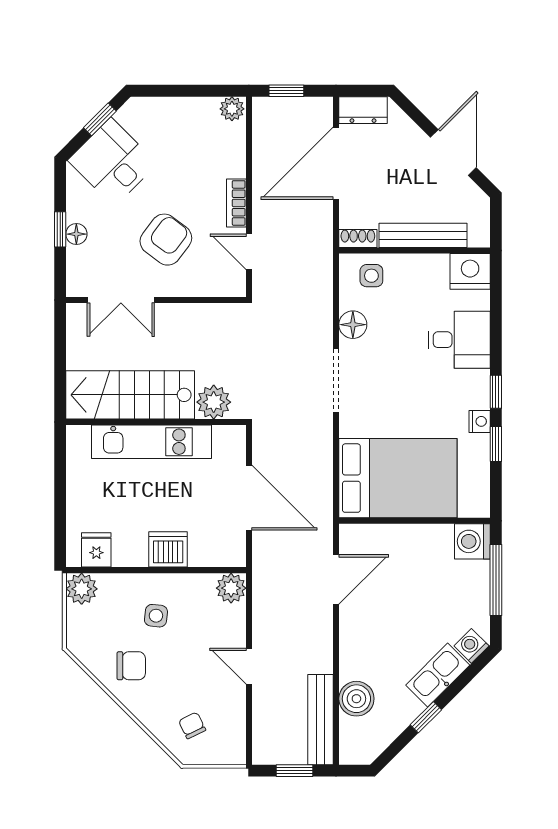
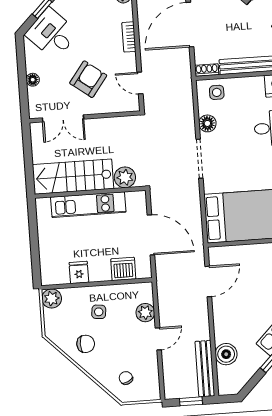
bookcase: (236, 203) -> (129, 37), moved
window: (60, 229) -> (22, 78), removed
dishwasher: (168, 549) -> (123, 269), moved
fridge: (96, 550) -> (79, 272), moved
plant: (231, 588) -> (145, 313), moved
door: (249, 666) -> (158, 339), swing flipped

